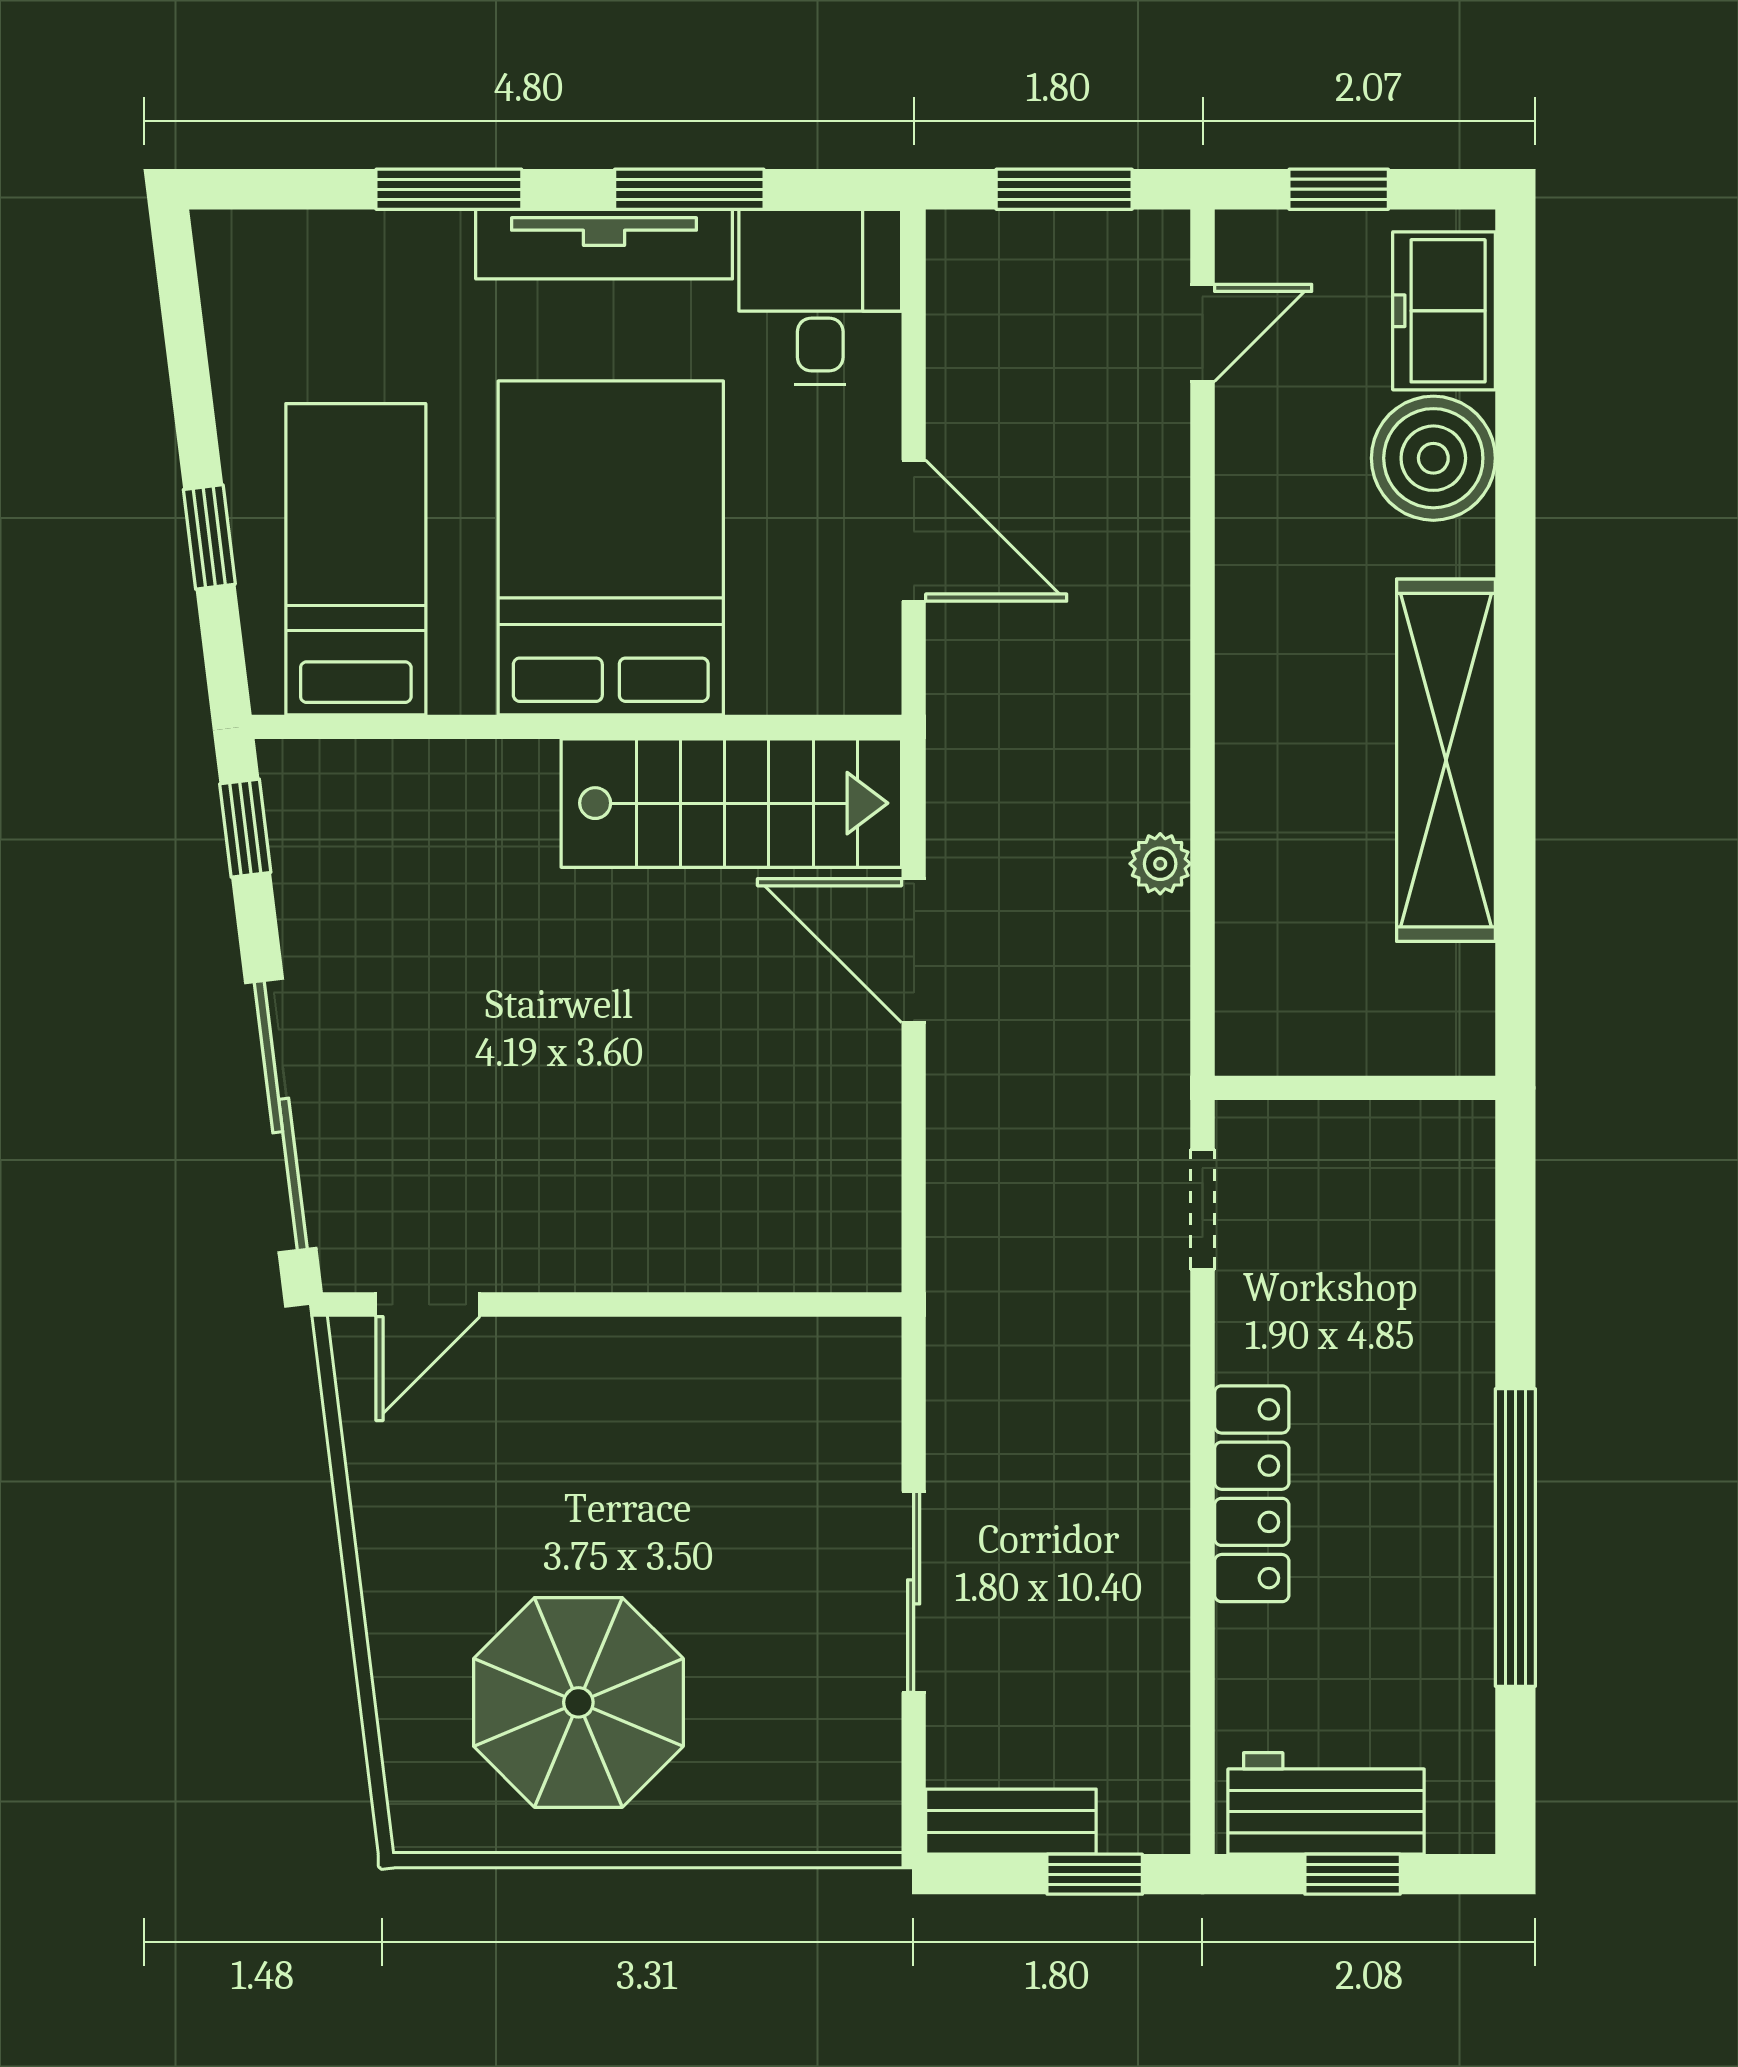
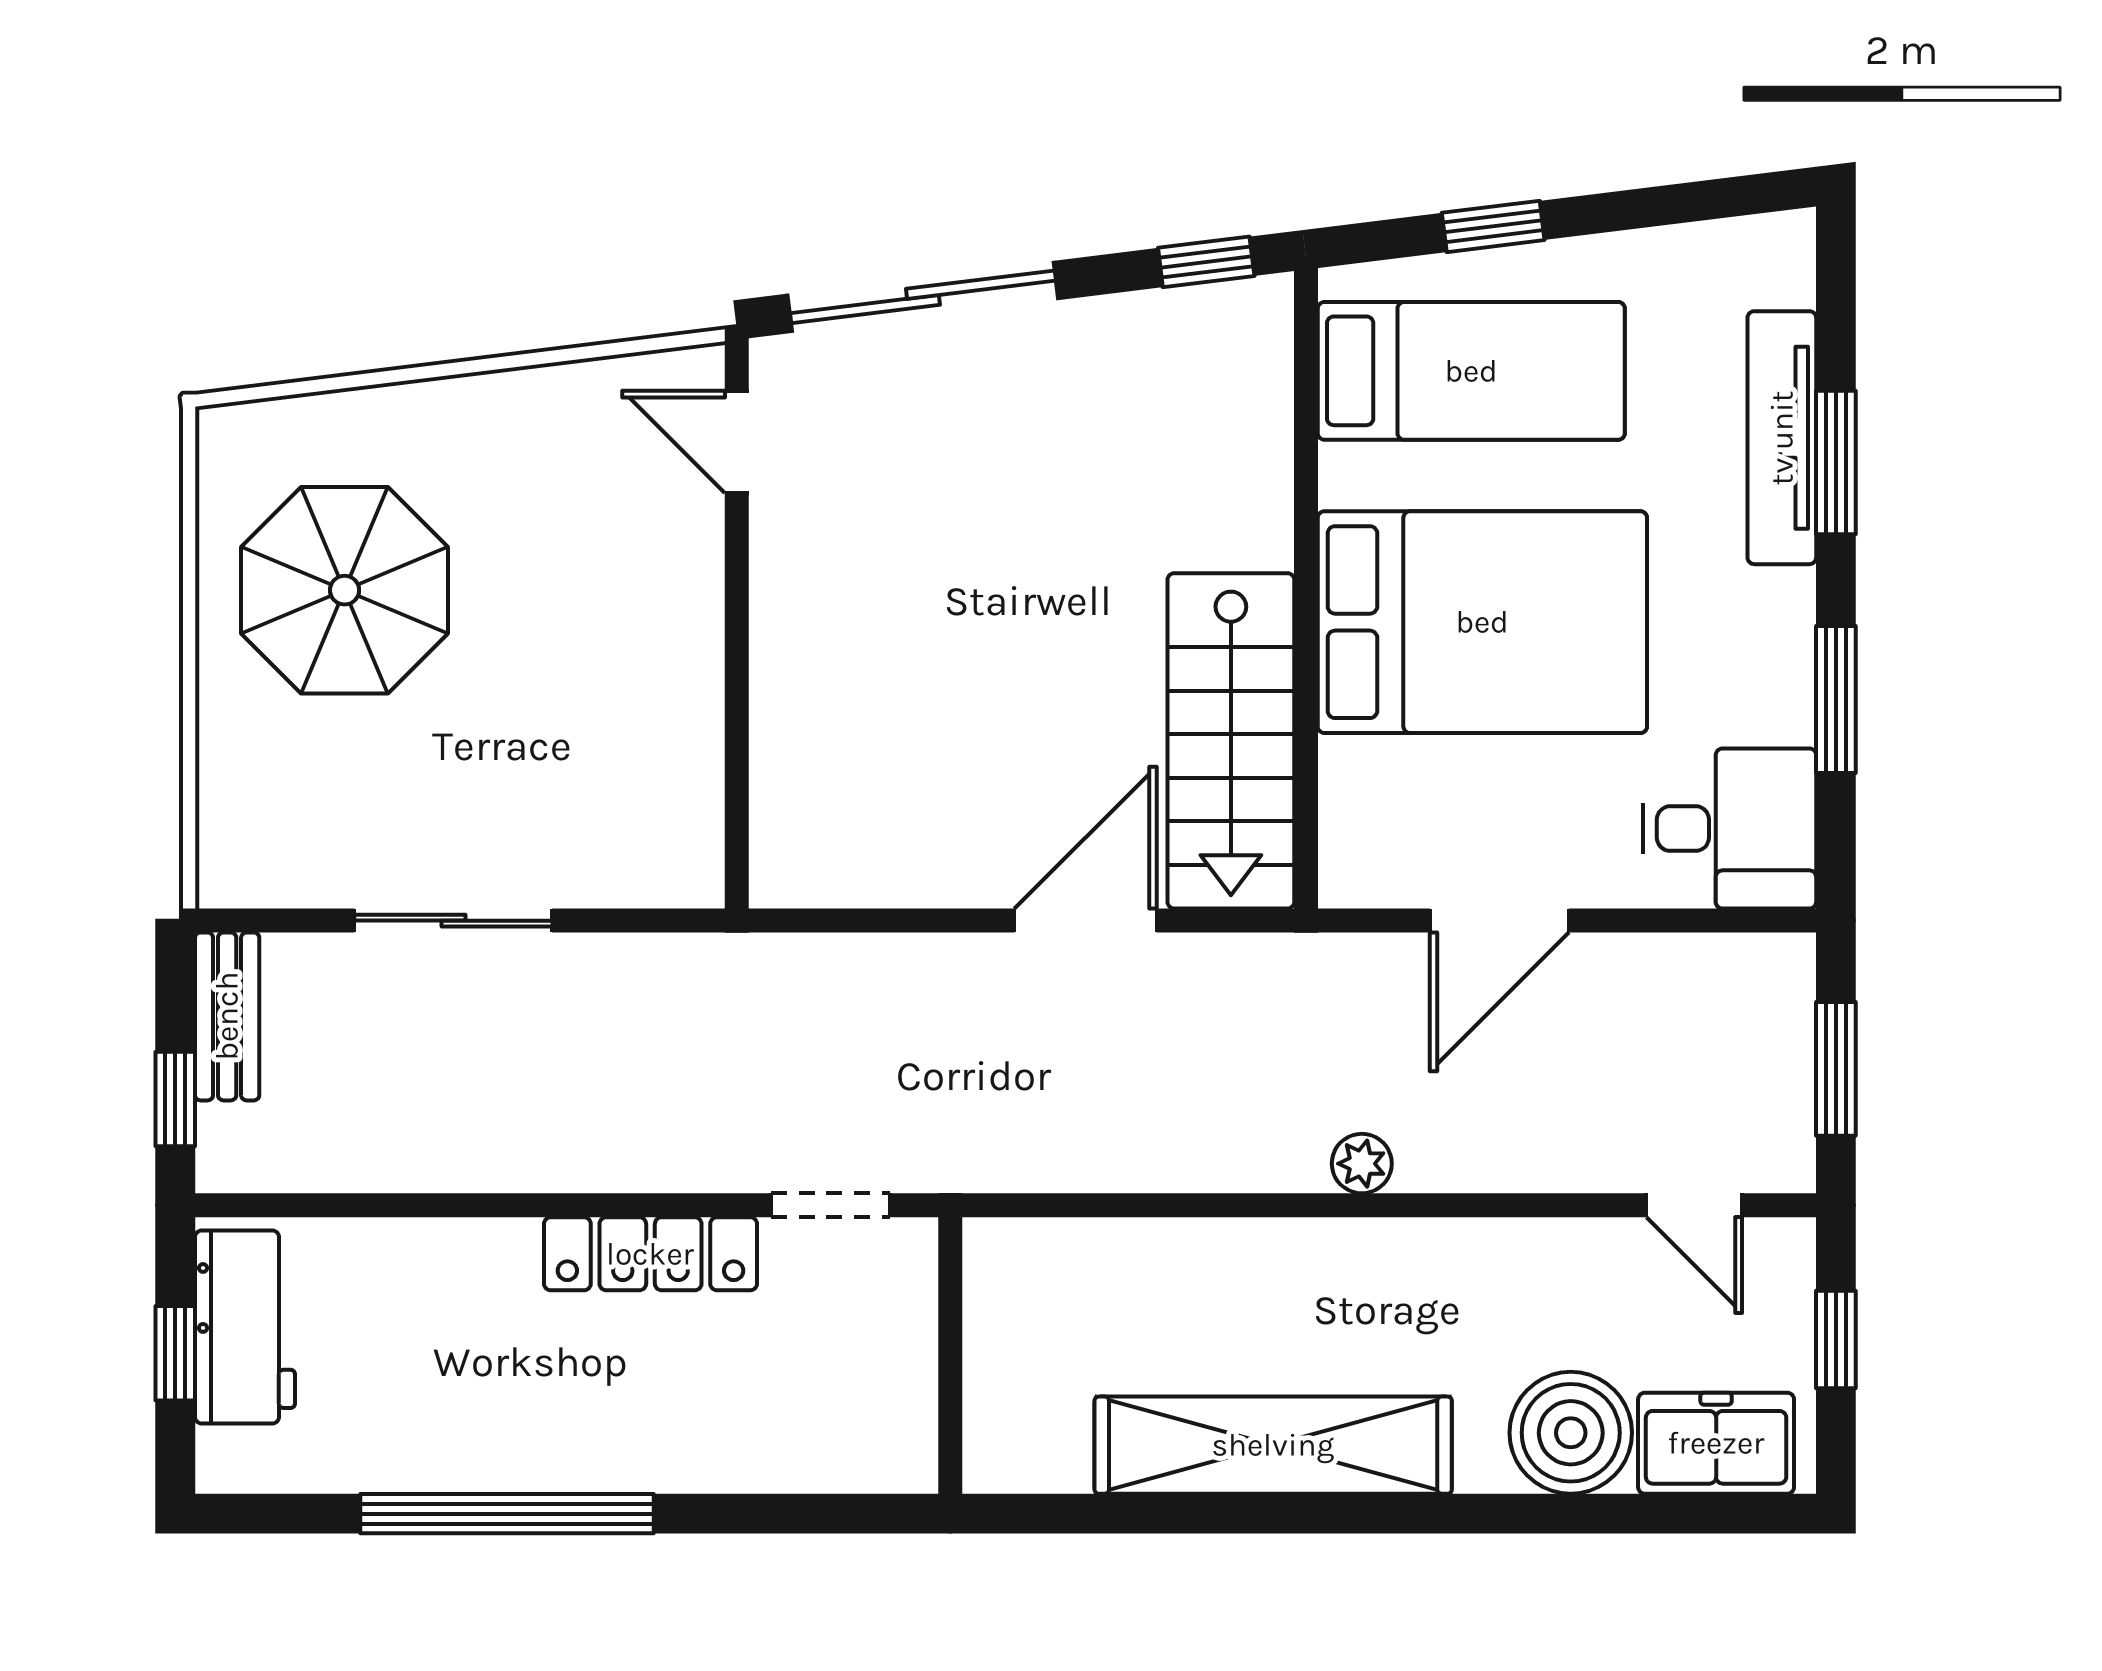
tv unit: (604, 244) -> (1782, 438), moved
plant: (1160, 864) -> (1362, 1164), moved
locker: (1252, 1494) -> (650, 1254), moved

